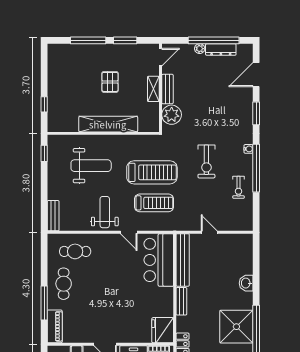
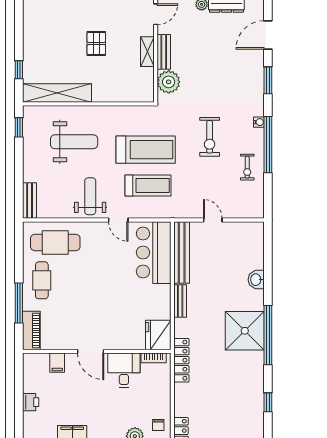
shelving: (108, 124) -> (57, 93), moved
cafe table: (75, 251) -> (55, 242), width x1.37, depth x1.35

